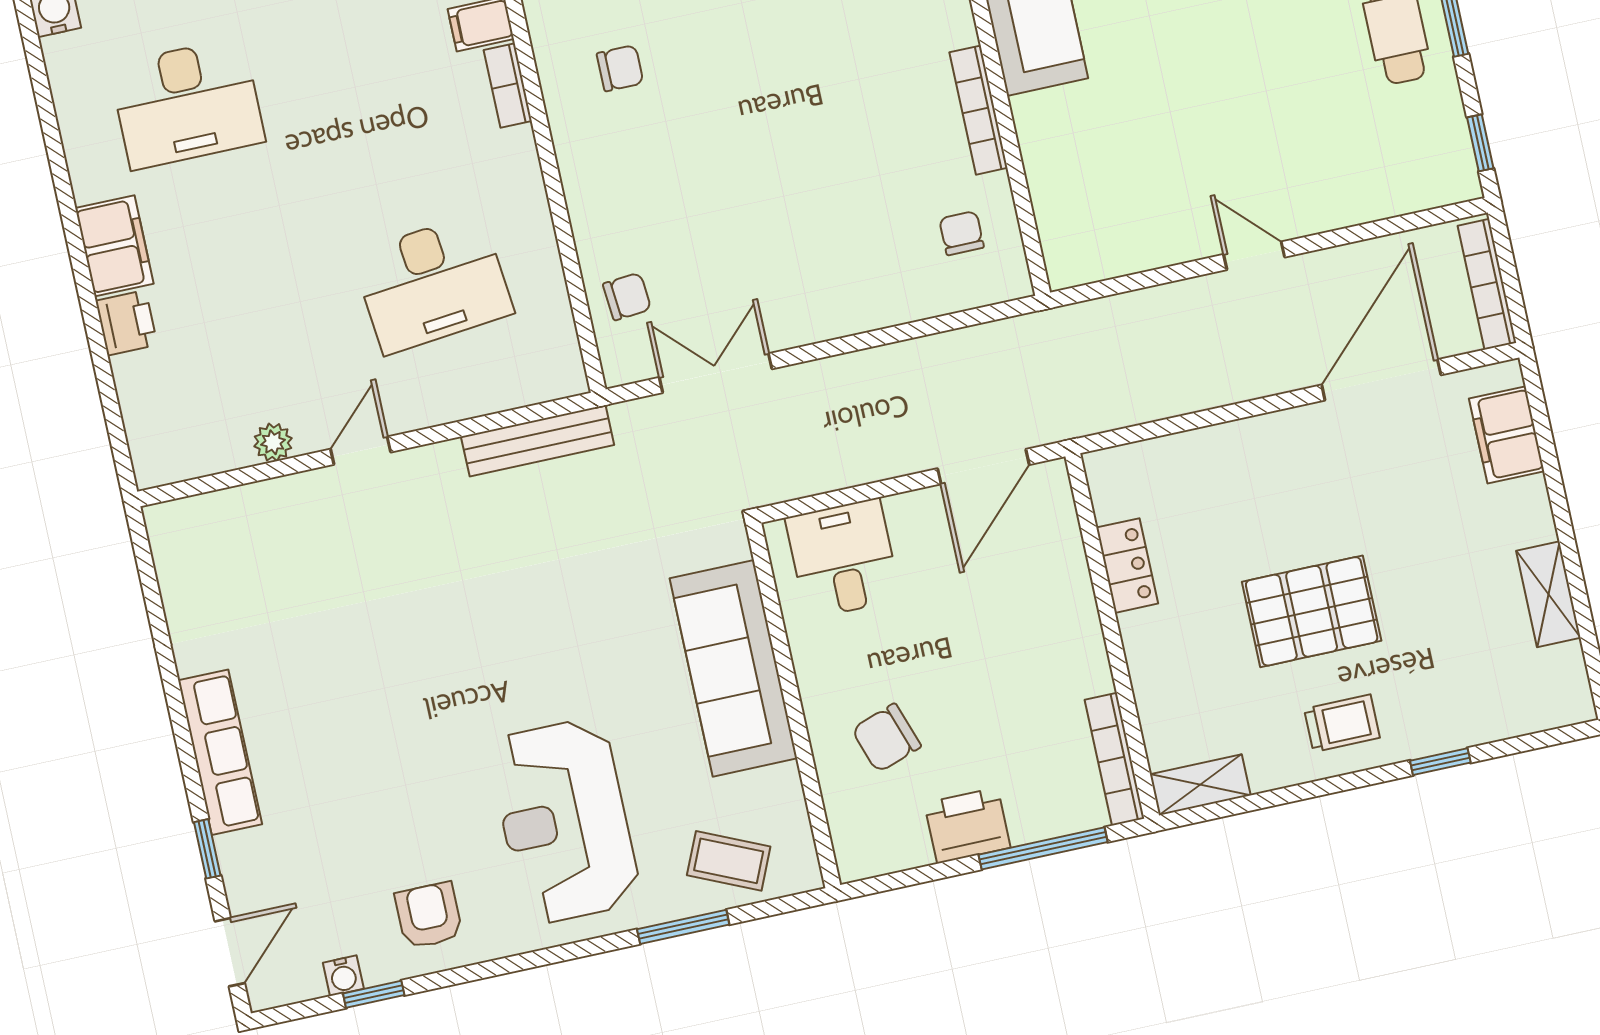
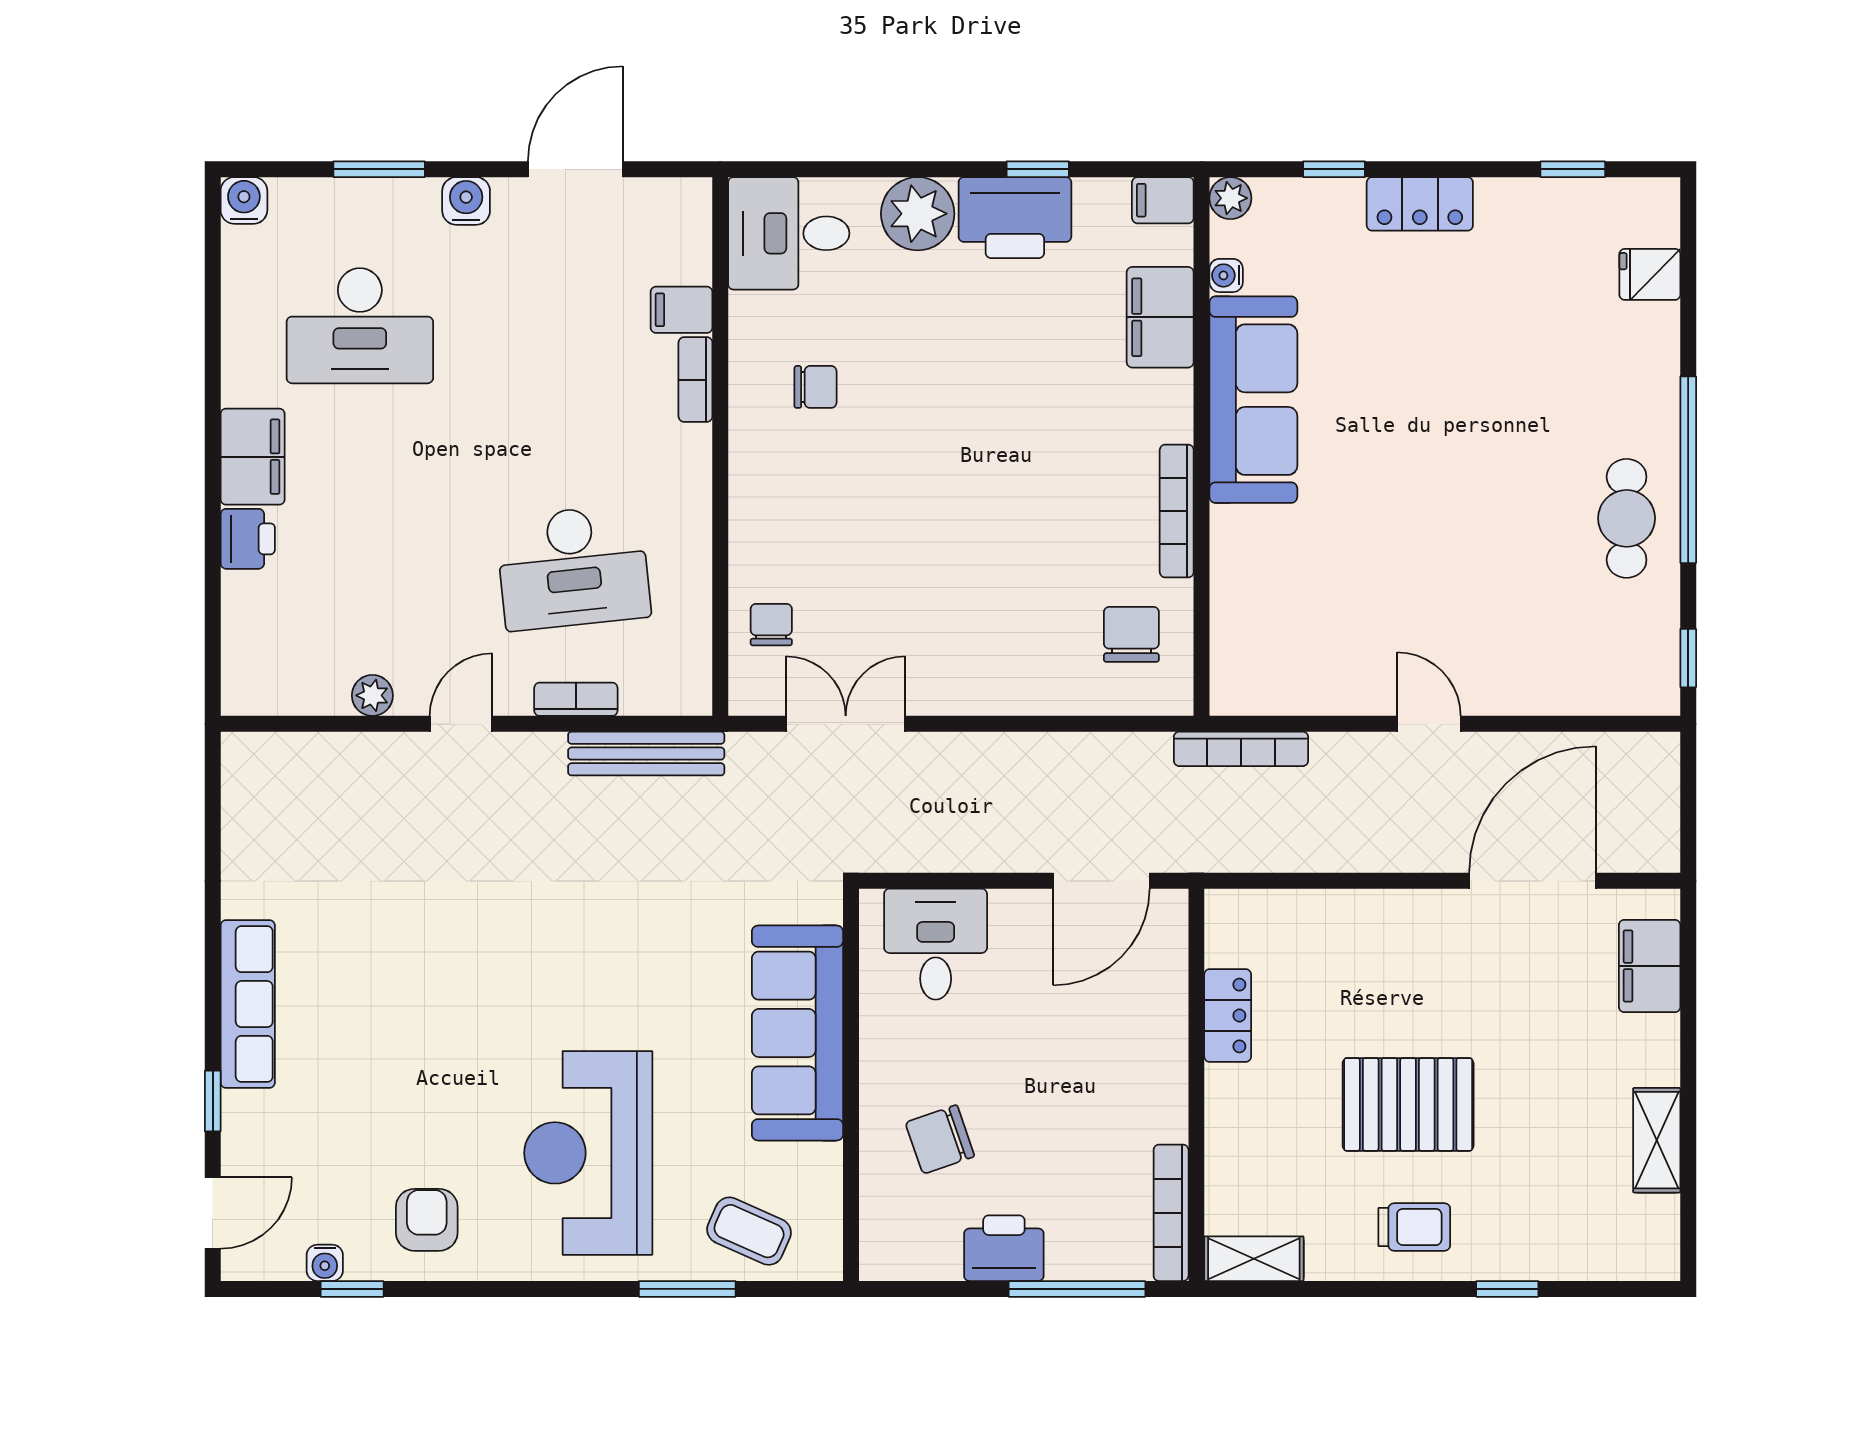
chair: (961, 233) -> (1131, 634), width x1.37, depth x1.37
bookcase: (1487, 284) -> (1241, 749), moved, turned -90
chair: (627, 296) -> (771, 625), turned -85
bookcase: (462, 405) -> (576, 699), added

